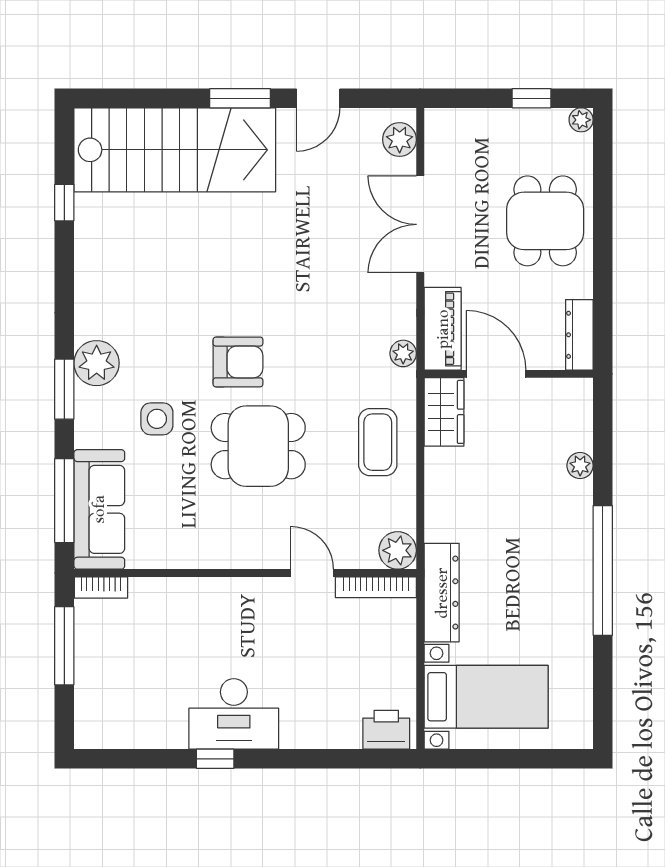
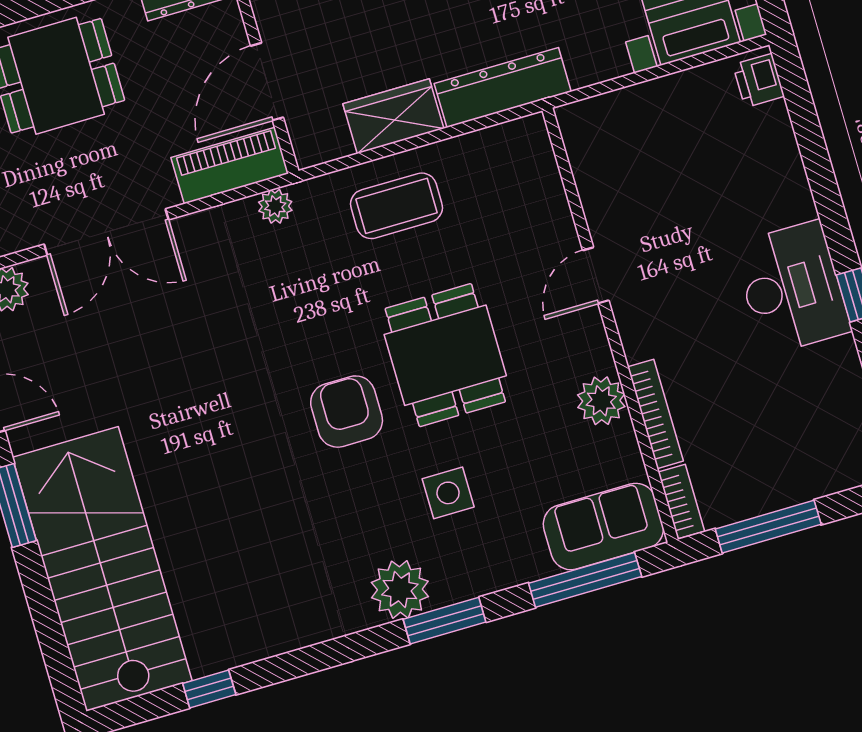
wardrobe: (444, 412) -> (393, 116), moved
sofa: (99, 509) -> (603, 527), width x0.73
plant: (398, 550) -> (601, 401), moved
door: (312, 573) -> (596, 275), moved
bookcase: (376, 587) -> (655, 414), moved
dresser: (442, 593) -> (503, 88), moved
printer: (386, 730) -> (759, 80), width x0.73, depth x0.81

